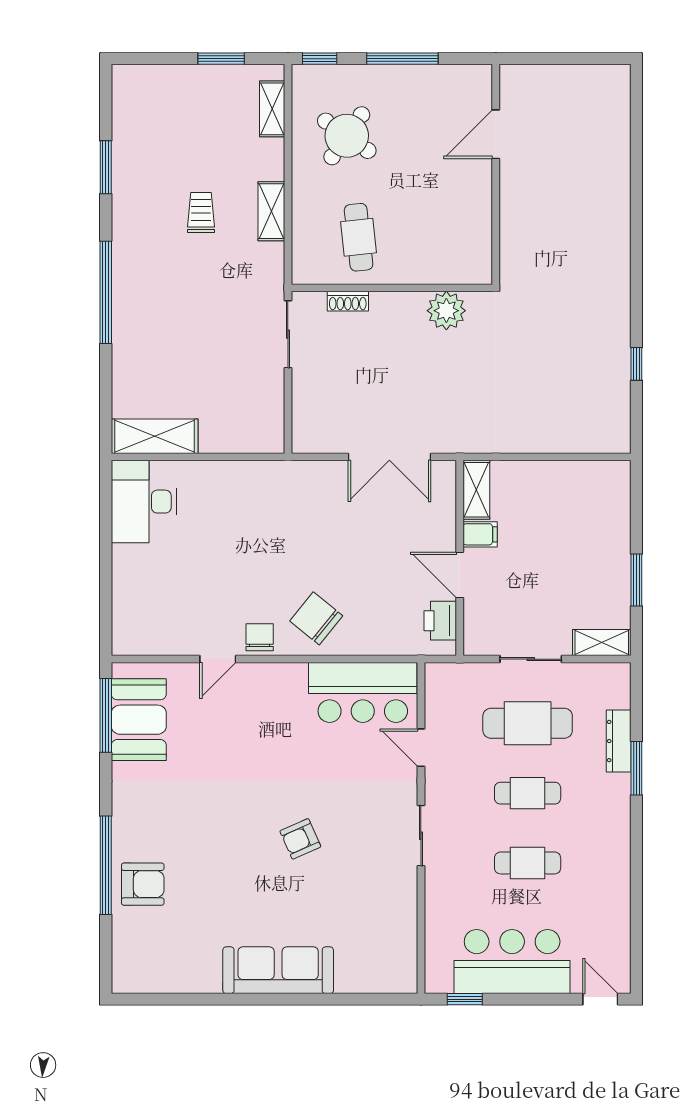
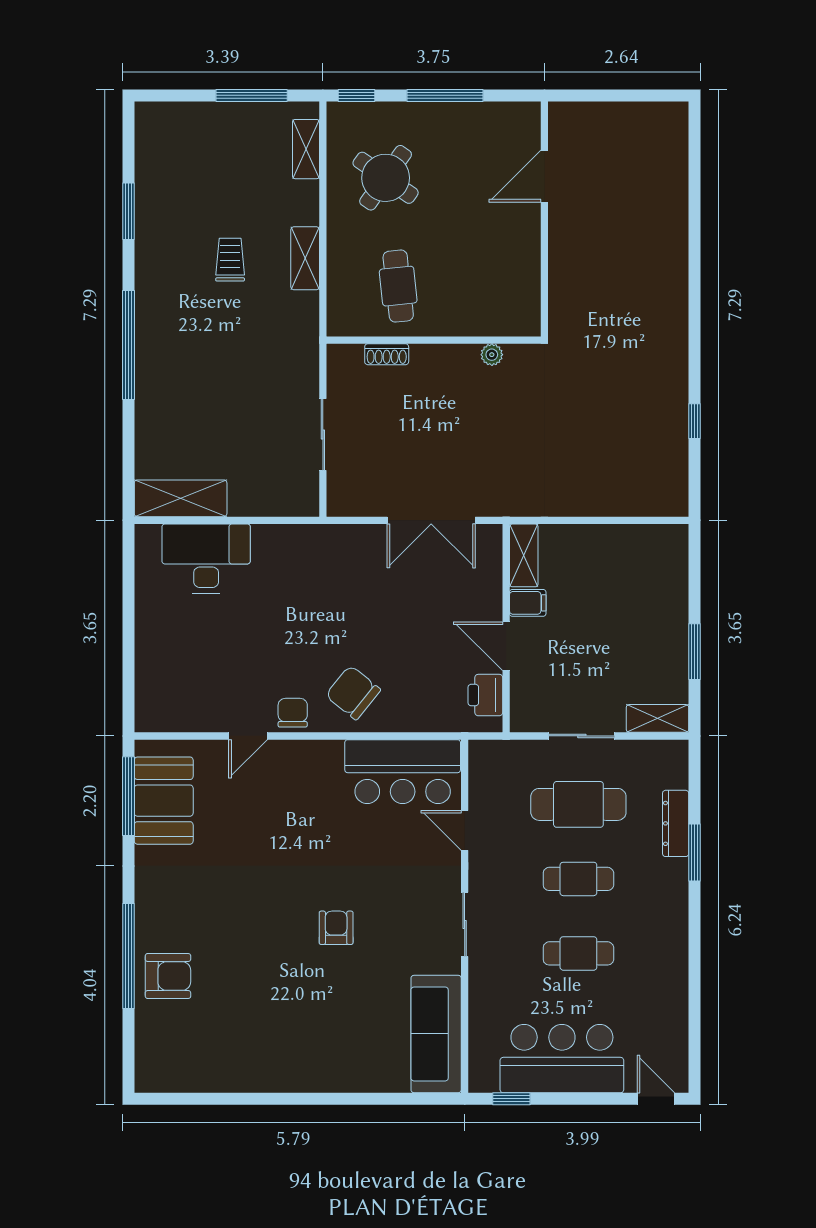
window: (221, 59) -> (252, 95), width x1.44
plant: (446, 311) -> (492, 355), width x0.53, depth x0.53
sliding door: (288, 334) -> (323, 435), moved
desk: (144, 502) -> (206, 559), moved, turned 90
armchair: (300, 839) -> (336, 928), turned 114
sofa: (278, 970) -> (436, 1034), moved, turned -90

